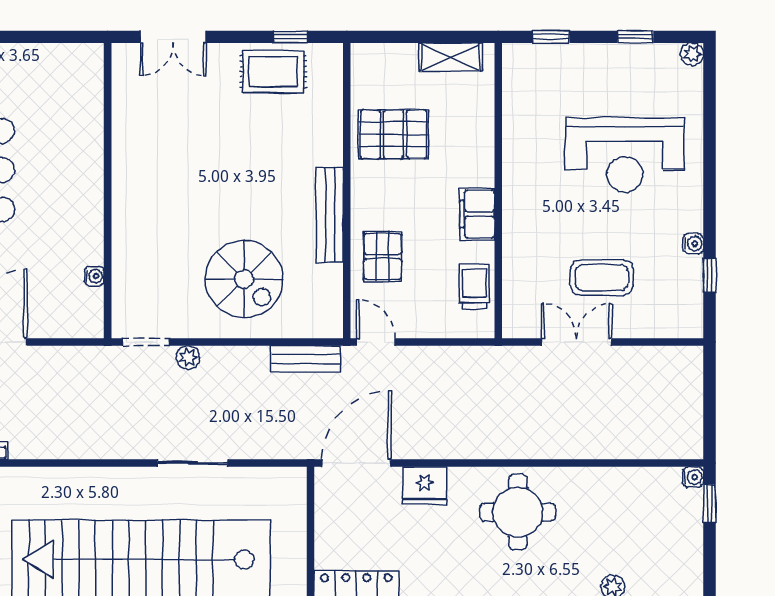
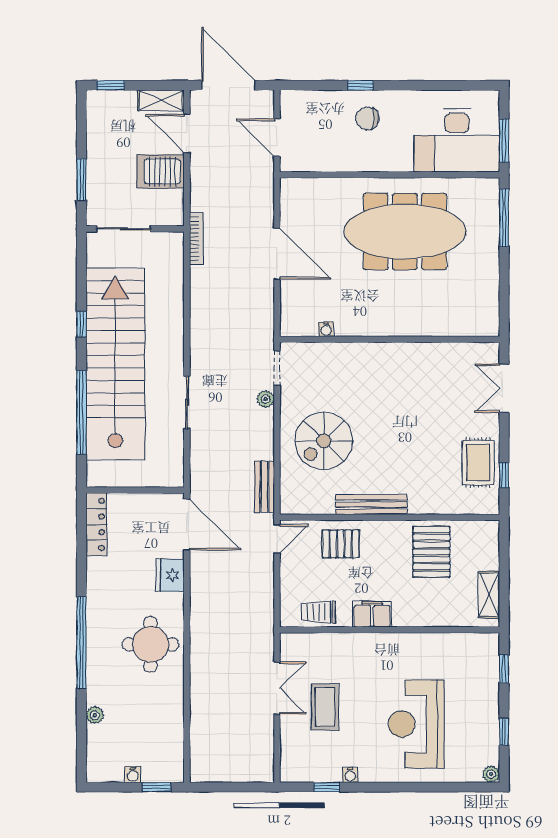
trolley: (474, 286) -> (318, 612), turned 180
water cooler: (693, 477) -> (133, 775), moved

